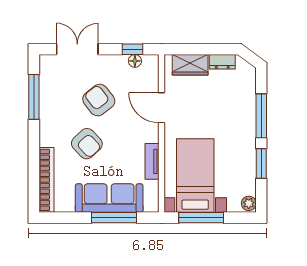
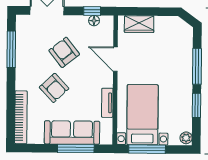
dresser: (222, 62) -> (165, 22), removed

